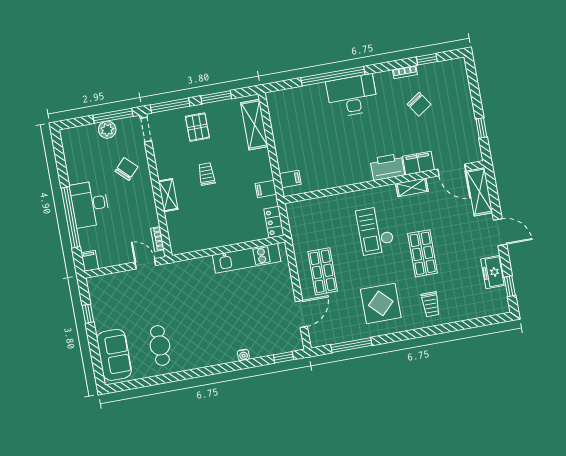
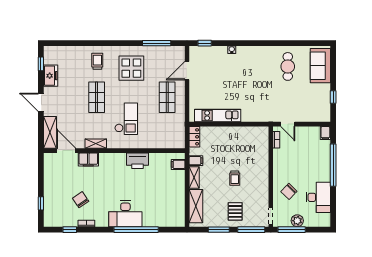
window: (481, 128) -> (41, 203), moved
printer: (387, 167) -> (138, 161), moved
shelving: (168, 195) -> (194, 177), moved
desk: (90, 204) -> (318, 197), moved

